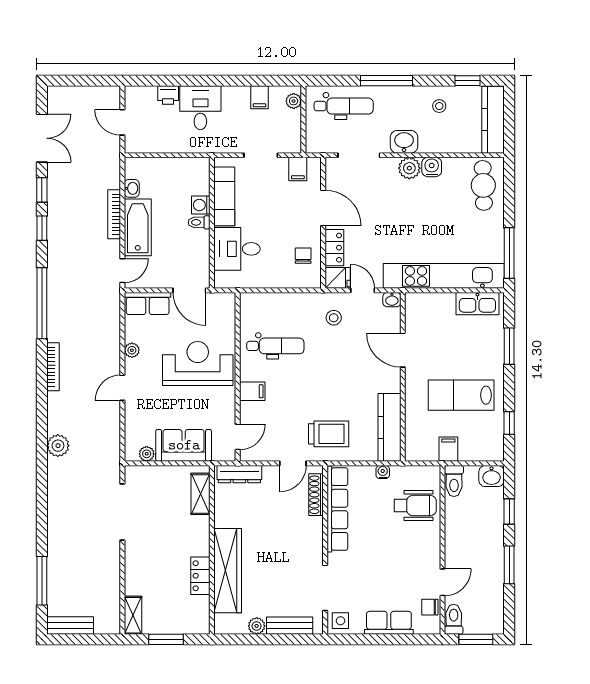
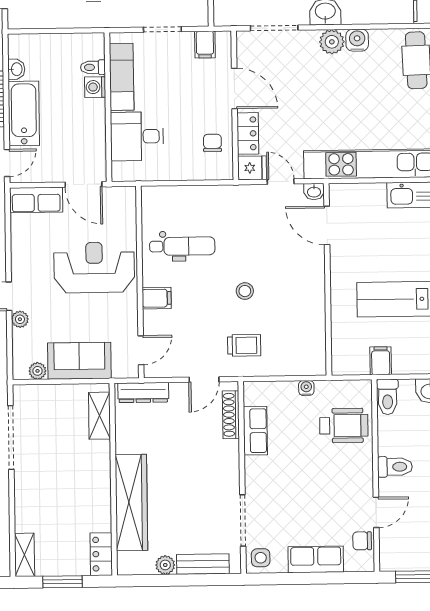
toilet: (199, 222) -> (93, 67), moved
stool: (334, 318) -> (245, 291), moved
plant: (132, 350) -> (20, 319), moved
door: (403, 350) -> (327, 225), moved
kitchen counter: (389, 427) -> (313, 337), removed
trolley: (329, 434) -> (244, 345), width x0.73, depth x0.72
row of seats: (337, 509) -> (255, 431), width x0.50
locker: (200, 576) -> (101, 554), moved
toilet: (454, 619) -> (395, 467), moved, turned 90

